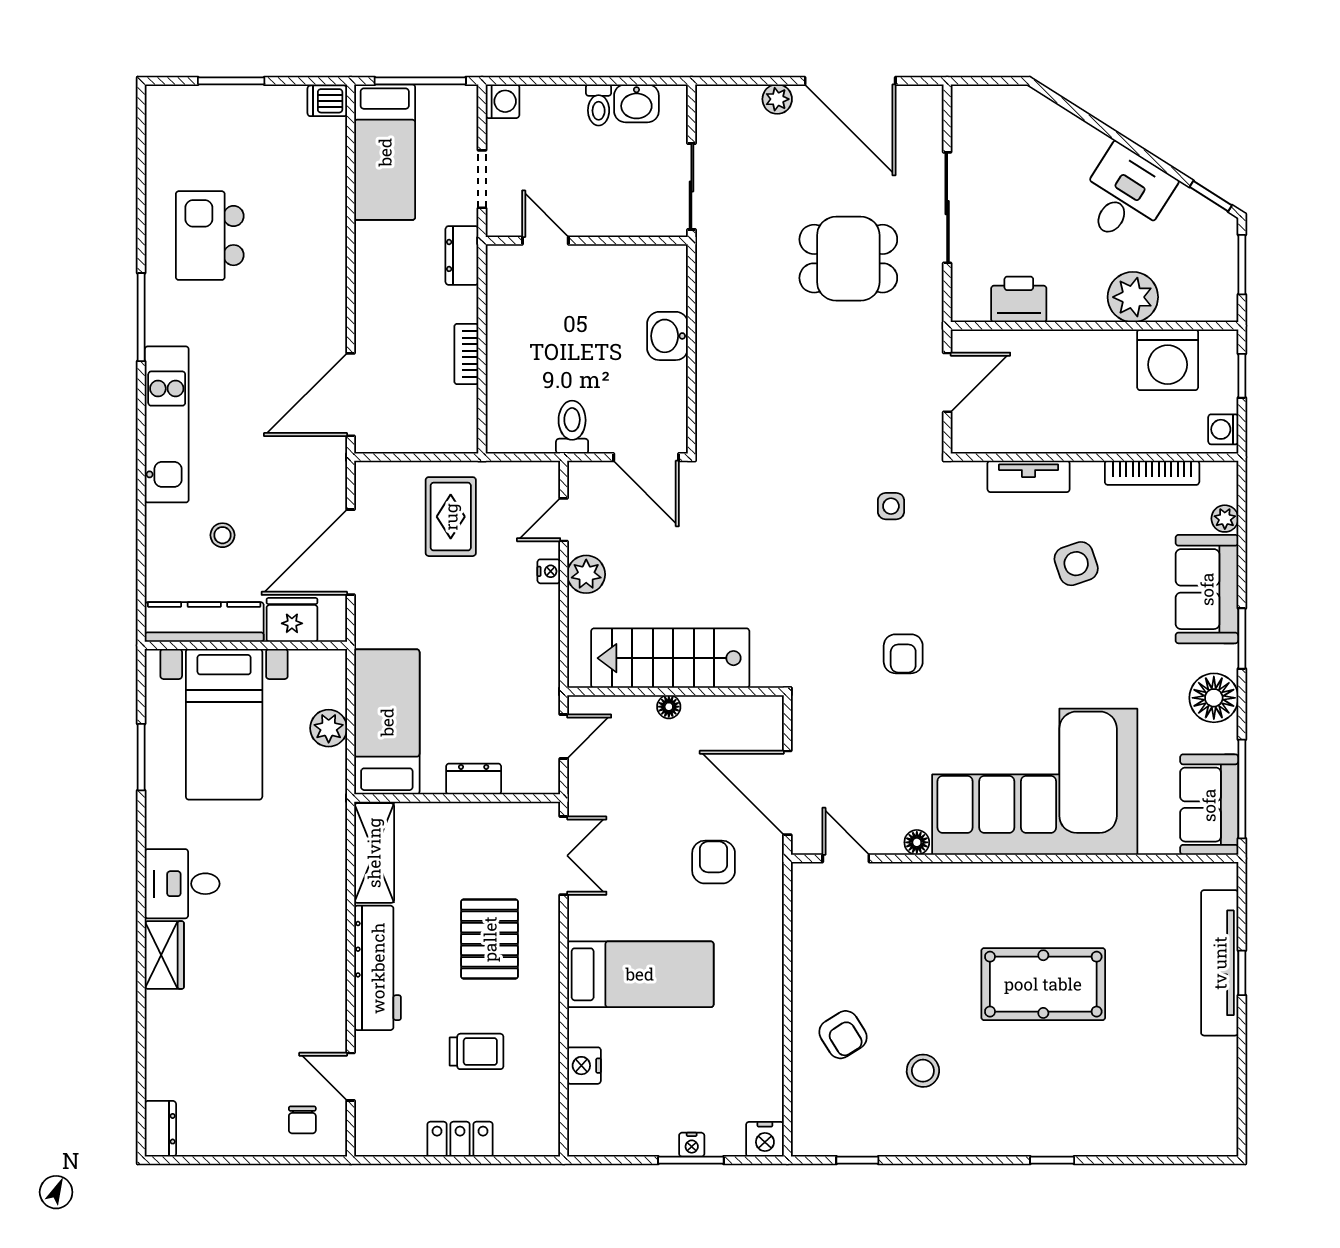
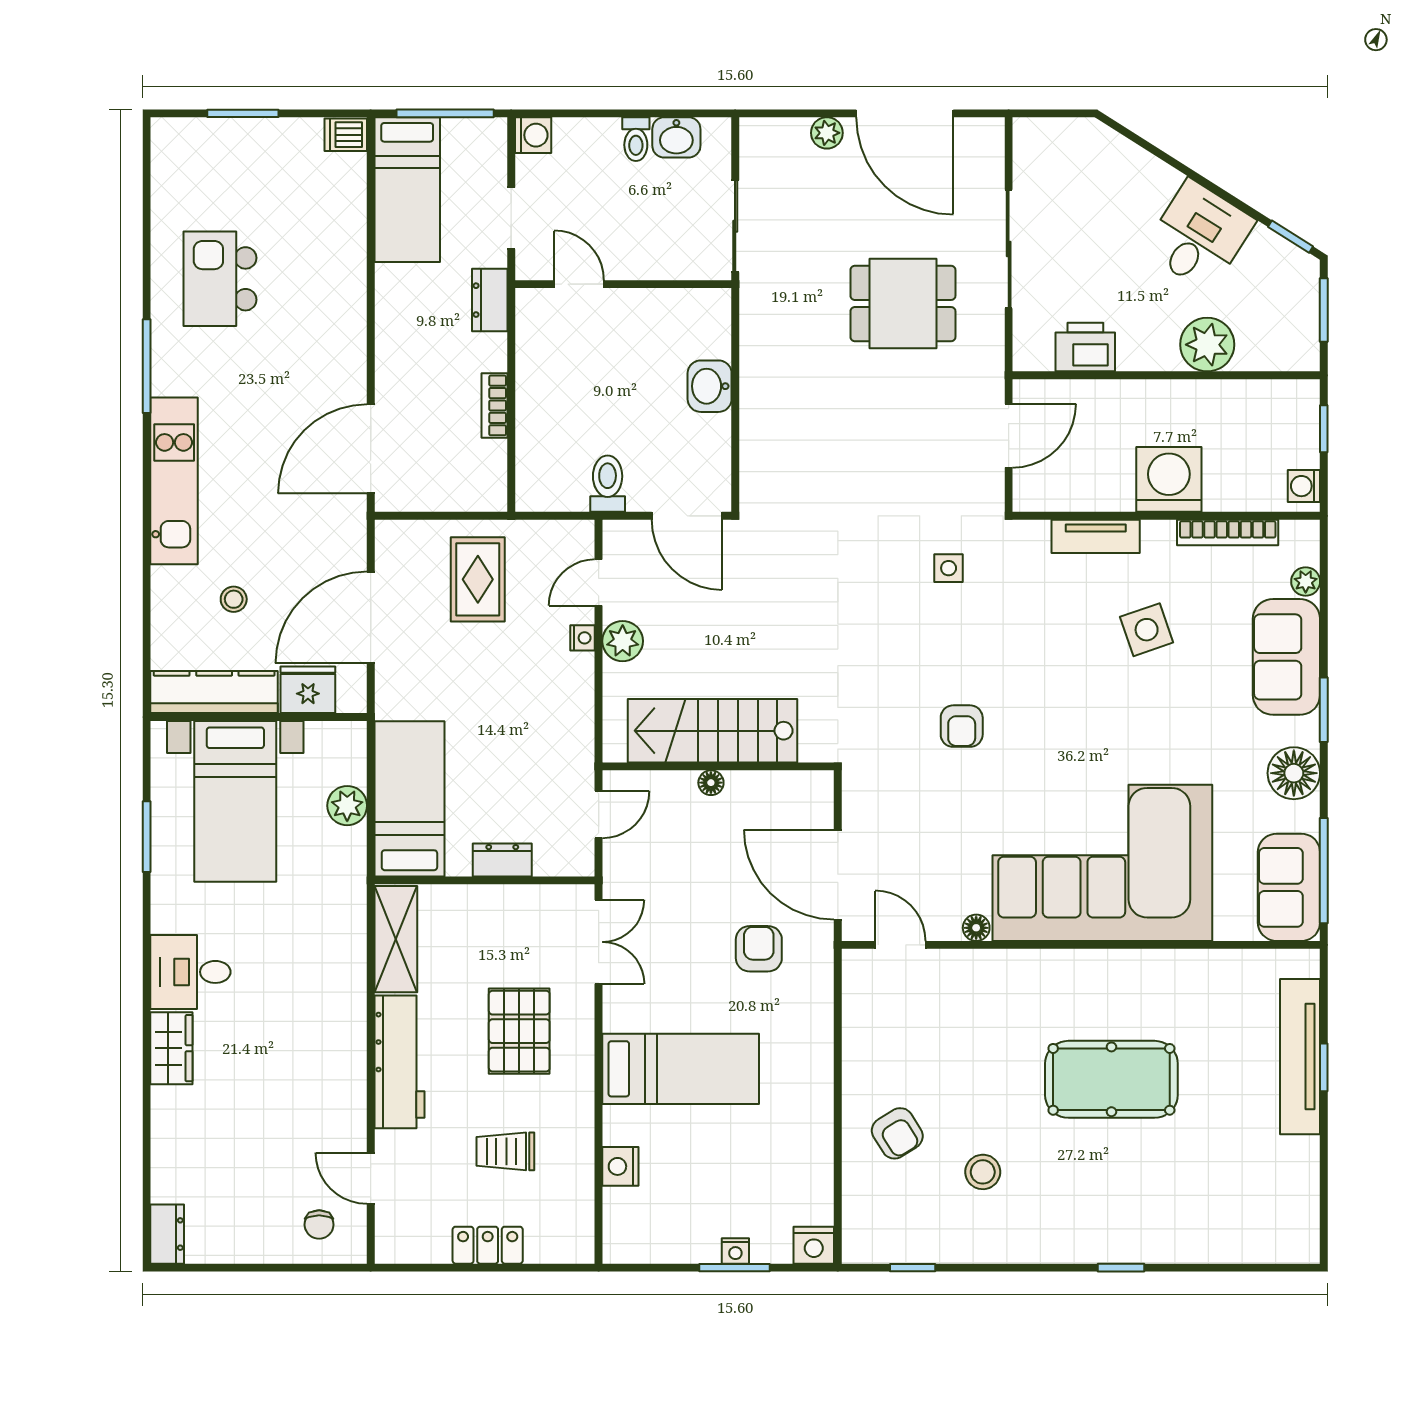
washing machine: (1168, 360) -> (1169, 479), moved, turned 180
trolley: (477, 1051) -> (505, 1151), turned 180

